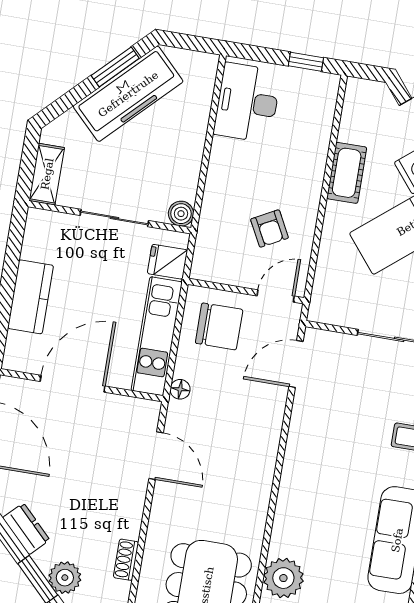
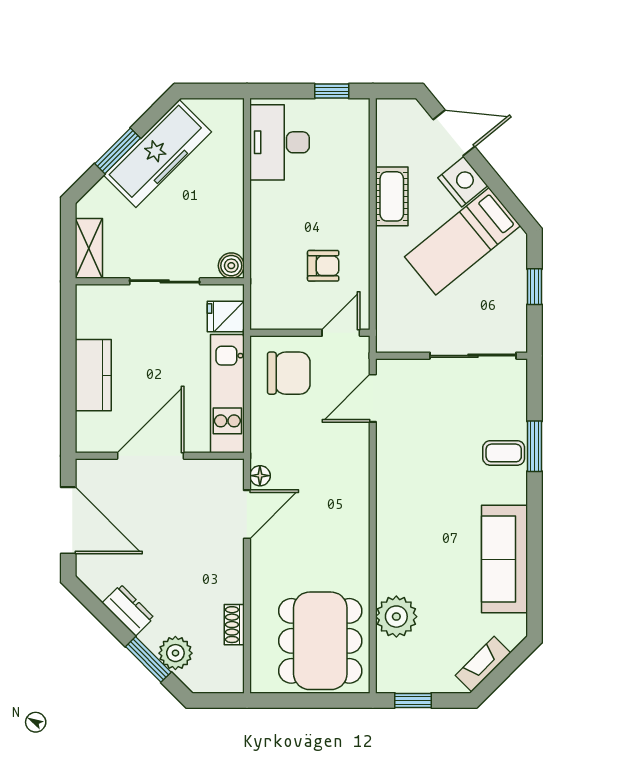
window: (115, 67) -> (118, 151), moved
armchair: (270, 229) -> (323, 266), turned -62
floor lamp: (180, 389) -> (260, 476), moved
door: (156, 456) -> (247, 514), hinge flipped

